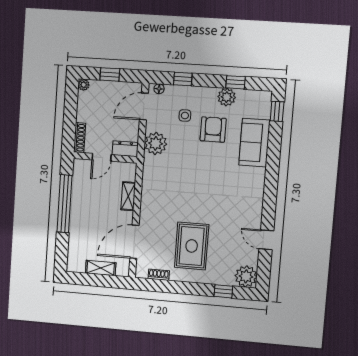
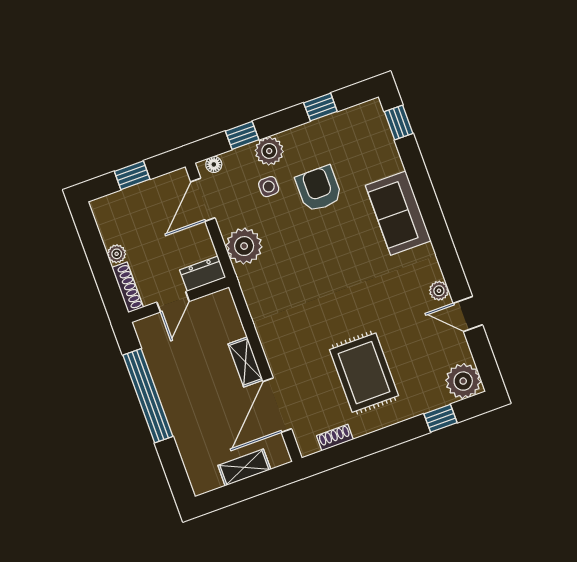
plant: (84, 85) -> (117, 254), moved
plant: (227, 97) -> (269, 151), moved
sofa: (254, 143) -> (398, 213), moved
shelving: (128, 196) -> (245, 362), moved
plant: (256, 219) -> (439, 291), added

